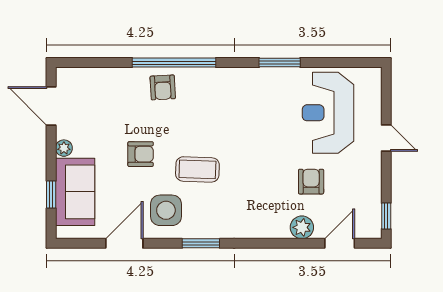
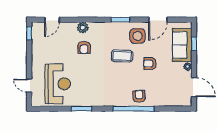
door: (386, 138) -> (29, 86), moved
armchair: (311, 182) -> (84, 47), moved
plant: (302, 227) -> (83, 27), moved

